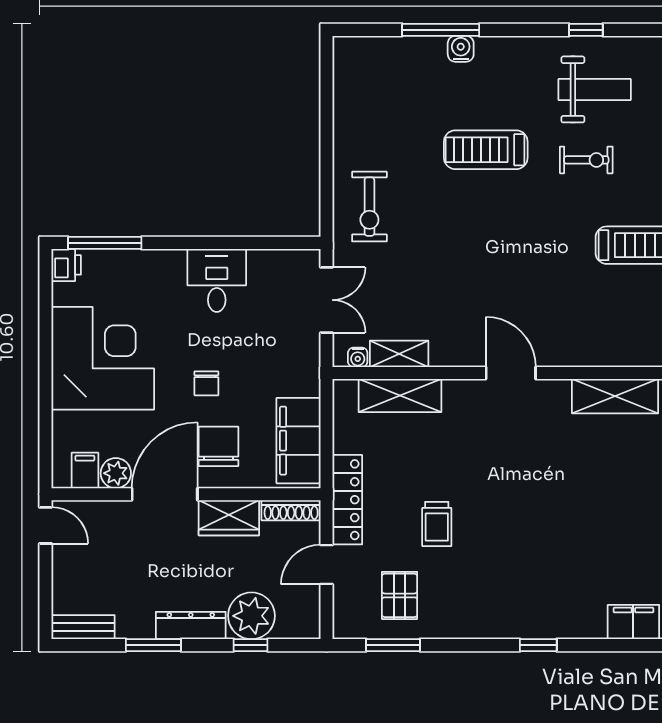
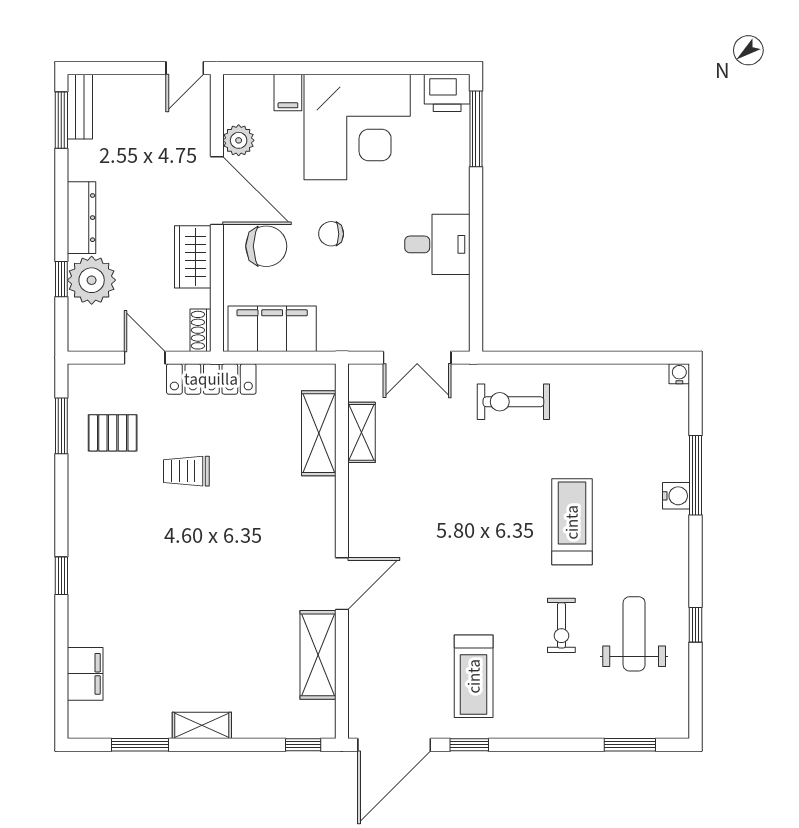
weight bench: (595, 89) -> (634, 634), turned 180
printer: (66, 265) -> (447, 93), width x1.36, depth x1.24
water cooler: (358, 357) -> (679, 374), moved, turned 90
door: (511, 373) -> (342, 584), moved
filing cabinet: (85, 471) -> (288, 92), moved, turned 90
shoe rack: (291, 510) -> (200, 330), width x0.70
window: (153, 645) -> (61, 120), moved

